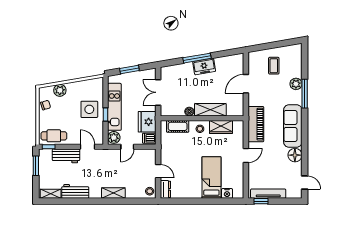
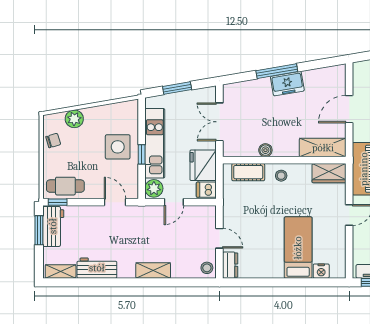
shelving: (210, 110) -> (323, 148), moved
wardrobe: (221, 127) -> (329, 173), moved
workbench: (66, 156) -> (53, 226), moved, turned -90

